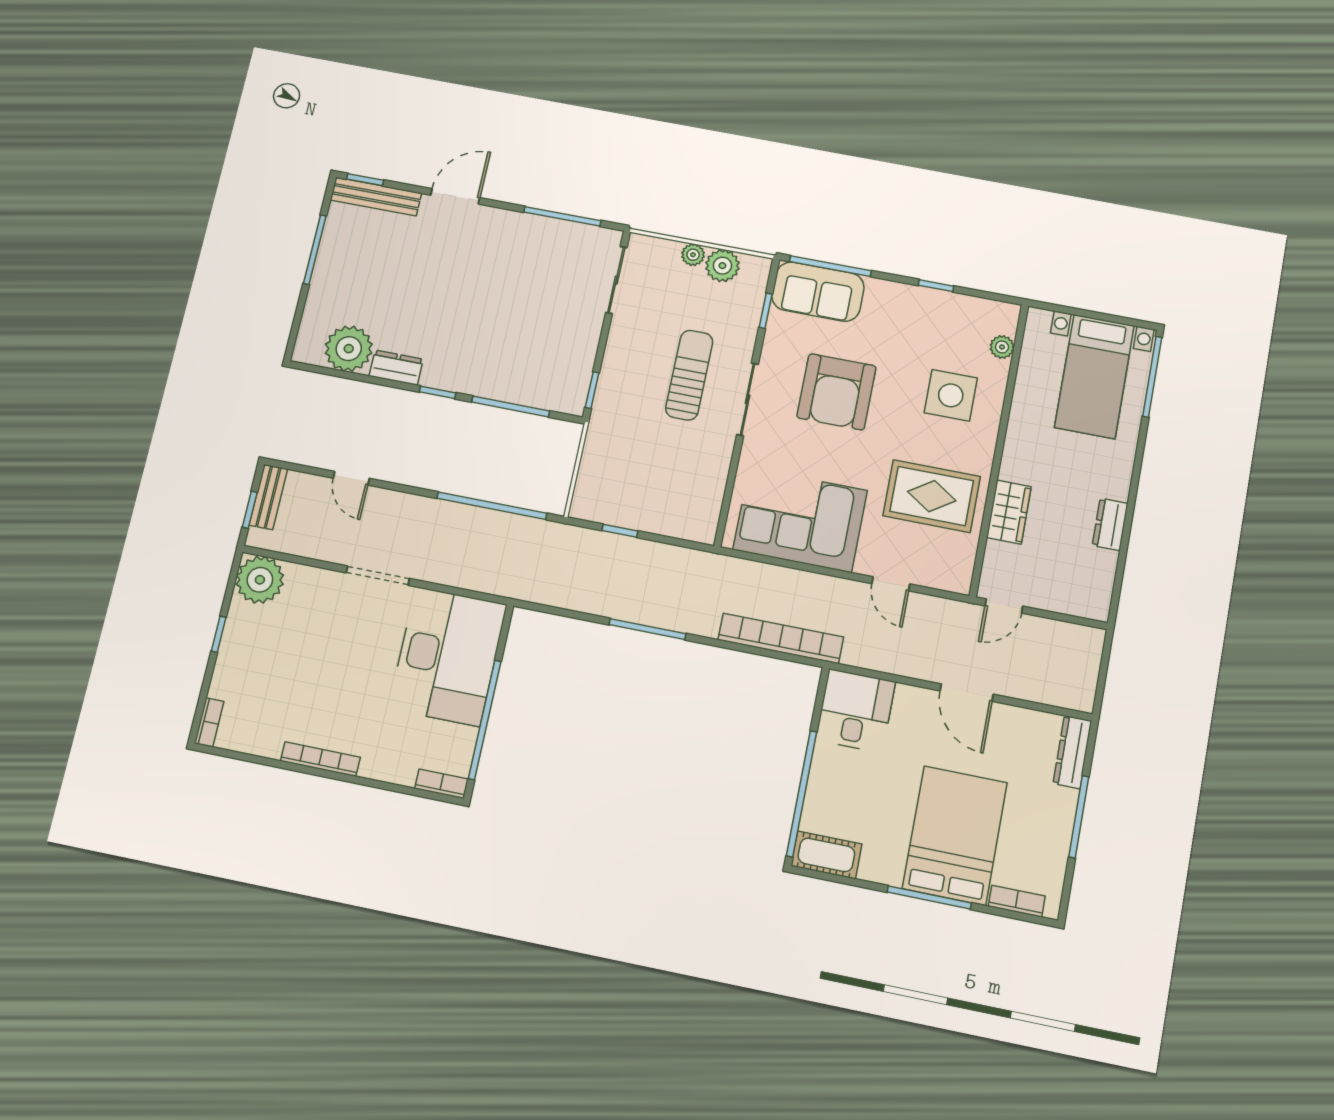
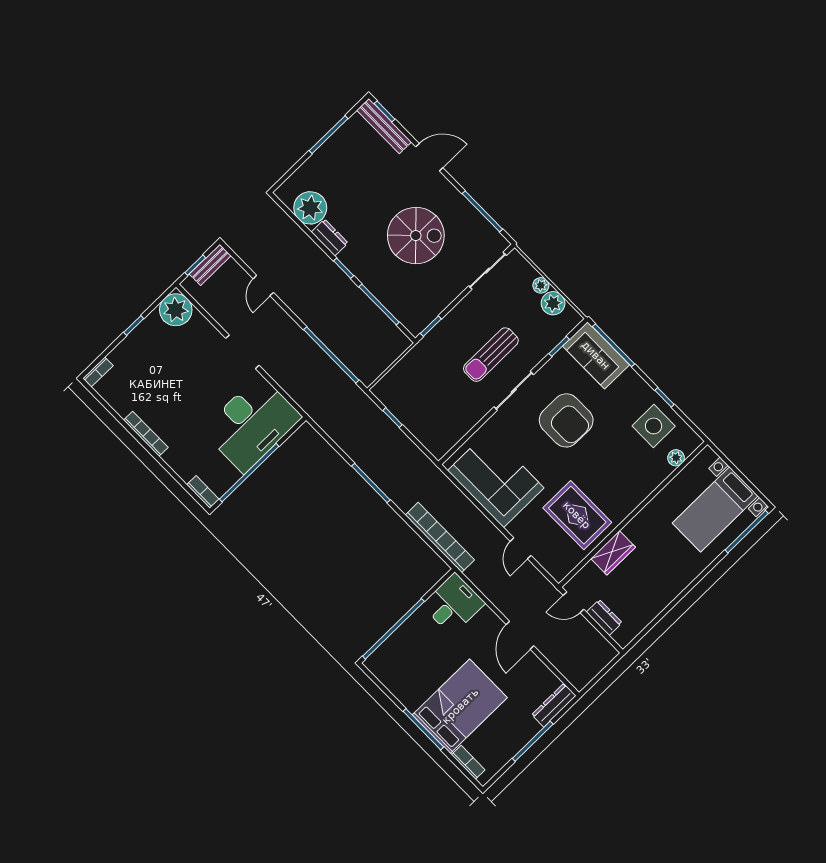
spiral stairs: (501, 296) -> (416, 236), added
sun lounger: (689, 375) -> (491, 355), turned 180
armchair: (836, 392) -> (566, 420), turned -90
side table: (951, 395) -> (654, 426), moved
dresser: (1110, 524) -> (604, 618), moved, turned 90
cot: (826, 855) -> (384, 670), removed

